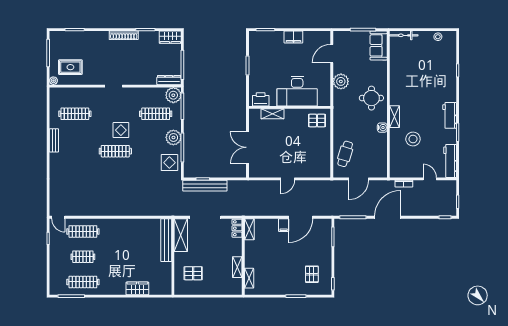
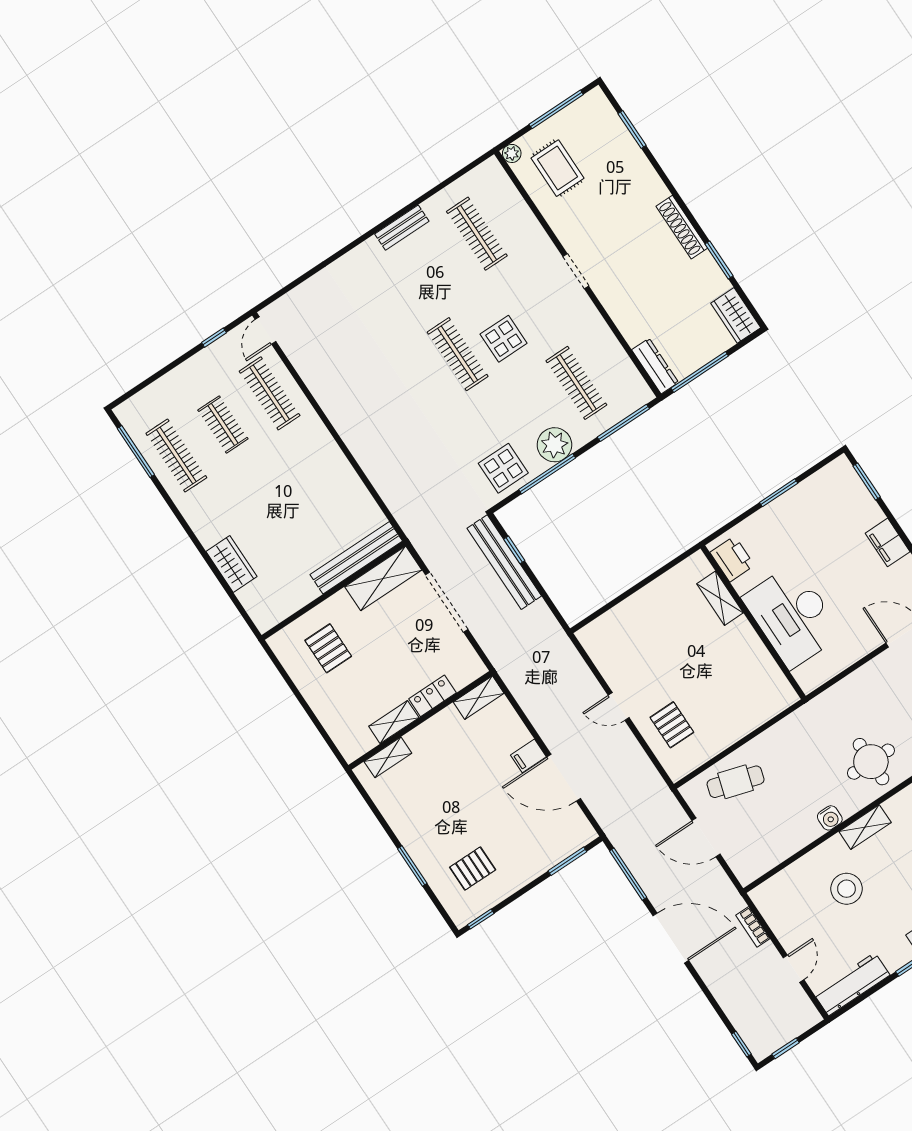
plant: (341, 81) -> (864, 685), removed
plant: (173, 95) -> (632, 393), removed
pallet: (317, 120) -> (672, 725), moved
double door: (248, 147) -> (627, 594), removed
locker: (237, 228) -> (432, 696), moved

